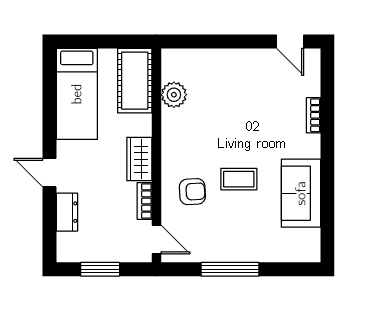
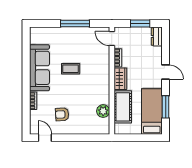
cot: (135, 81) -> (123, 107), moved
window: (49, 103) -> (166, 107), added
armchair: (192, 192) -> (62, 114), moved
sofa: (301, 193) -> (39, 68), width x1.36
dresser: (67, 212) -> (157, 36), moved

